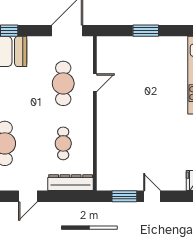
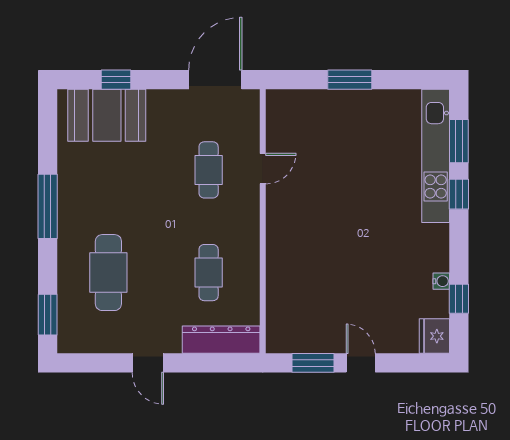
cafe table: (63, 83) -> (209, 170), width x0.73, depth x0.74
door: (28, 196) -> (148, 363), hinge flipped

